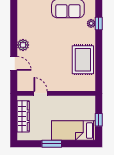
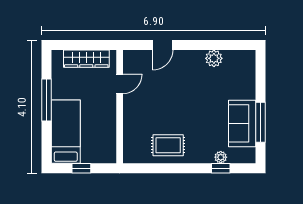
plant: (23, 45) -> (214, 58), moved
rug: (83, 60) -> (168, 145), width x0.73, depth x0.70
window: (52, 144) -> (47, 100), width x1.44

